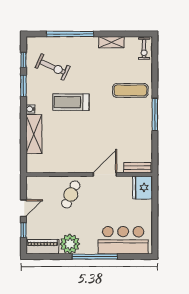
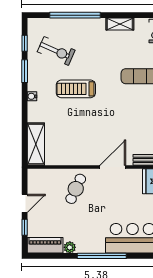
shelving: (34, 134) -> (36, 144), moved
plant: (70, 244) -> (70, 247), width x0.53, depth x0.53

